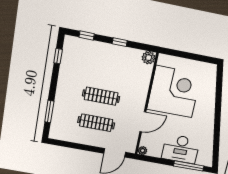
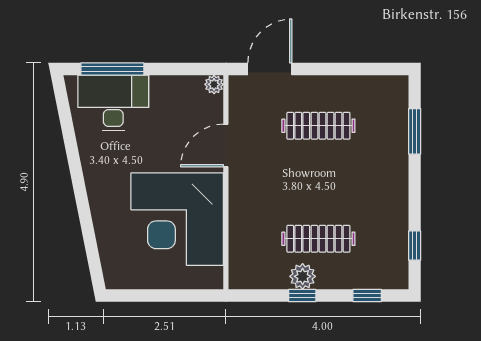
plant: (149, 58) -> (303, 276), moved
clothes rail: (101, 96) -> (318, 239), moved
desk: (181, 149) -> (113, 103), moved

